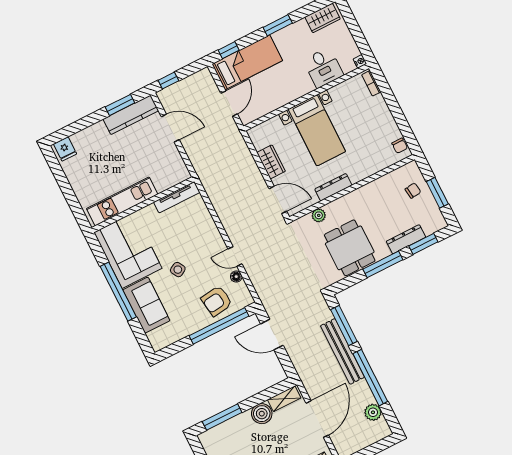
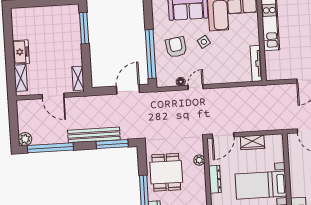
dining table: (350, 248) -> (166, 172), turned 90
armchair: (217, 301) -> (176, 47), moved
window: (370, 378) -> (50, 148), moved
plant: (373, 412) -> (25, 139), moved
boiler: (262, 414) -> (74, 58), removed
door: (317, 419) -> (53, 96), width x0.73

